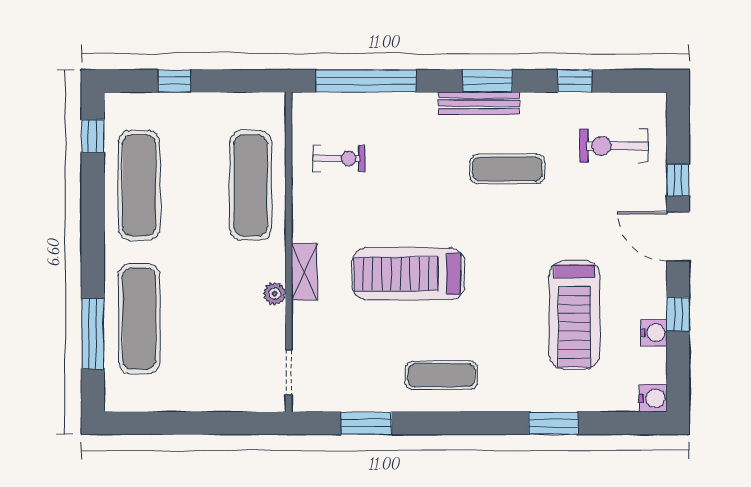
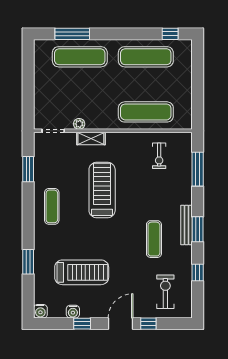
window: (174, 81) -> (198, 74), removed
window: (366, 81) -> (198, 169), width x0.68
shelving: (304, 272) -> (91, 139), moved
plant: (275, 294) -> (79, 124), moved
treadmill: (574, 315) -> (82, 272), turned 180

